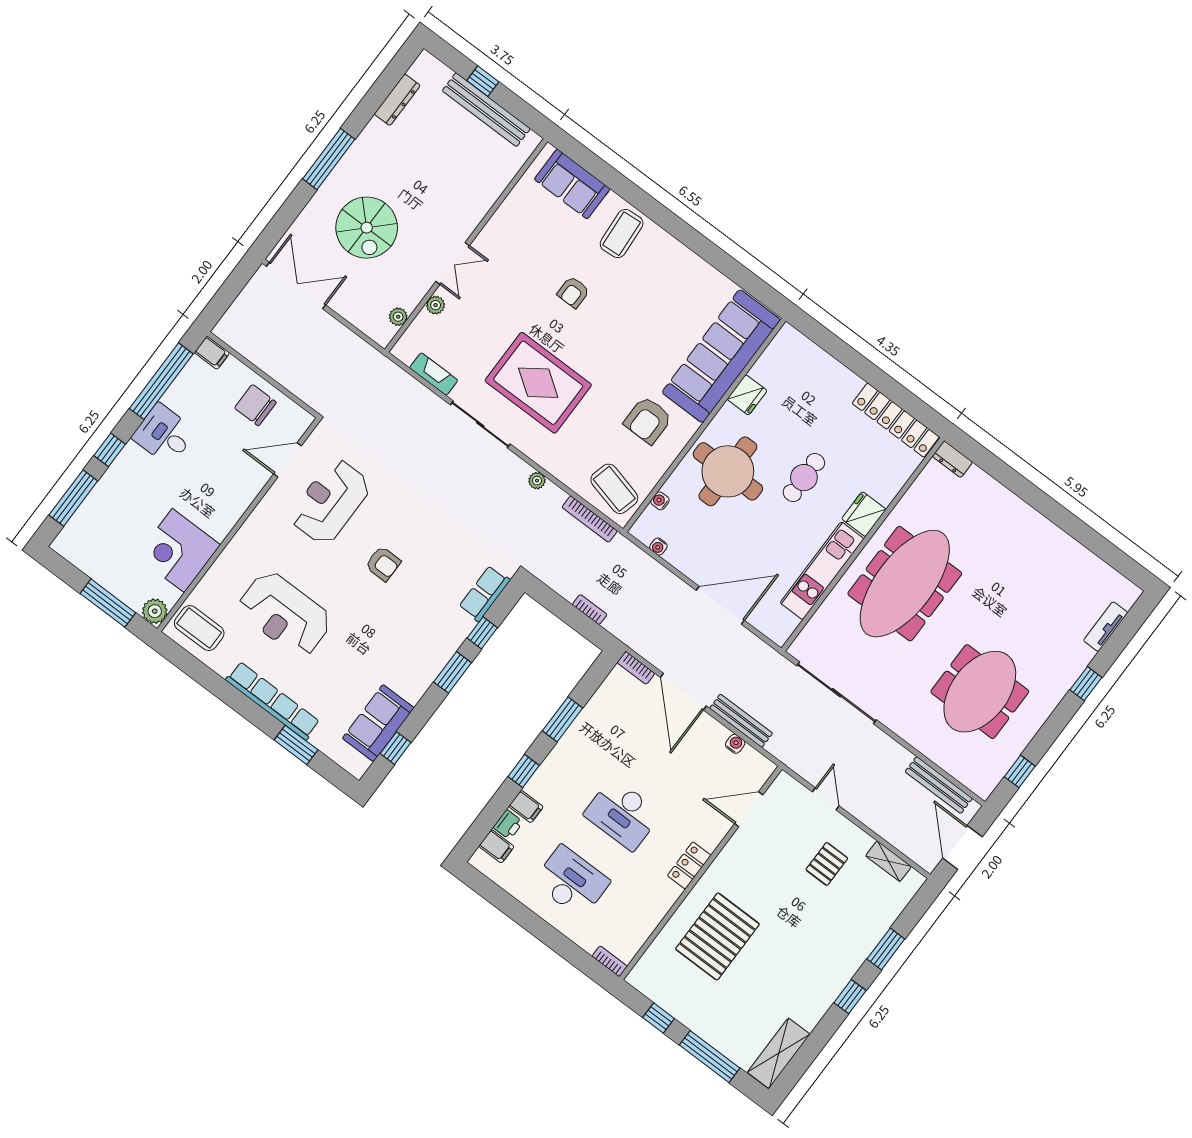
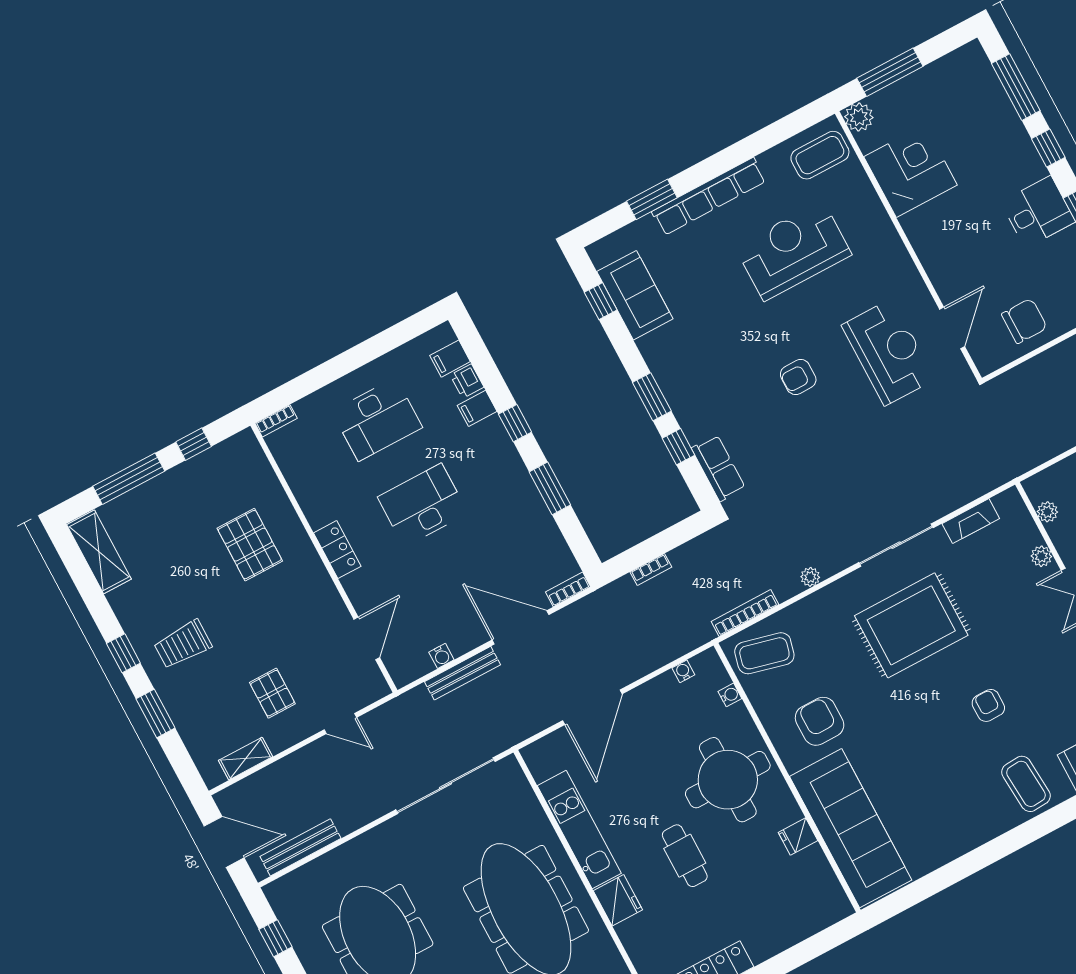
fridge: (747, 395) -> (798, 836), width x0.72
pallet: (717, 937) -> (250, 545), width x0.73, depth x0.71
trolley: (821, 953) -> (183, 644), added

